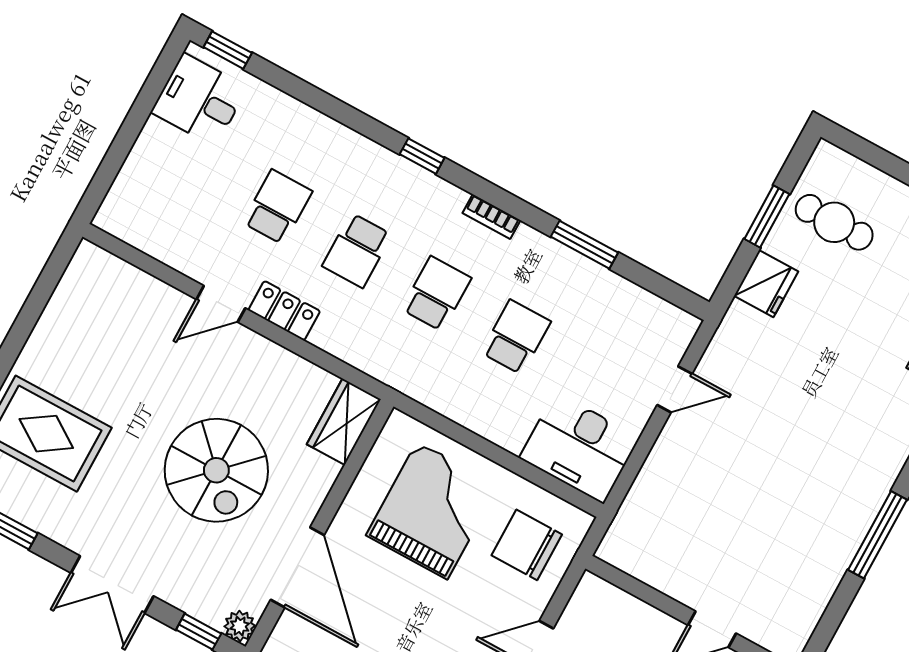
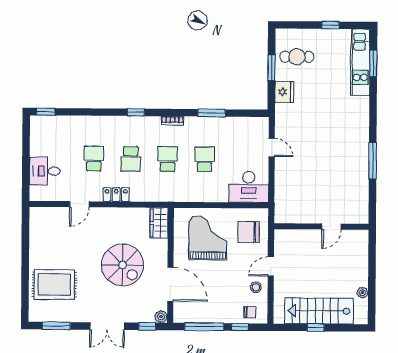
desk: (199, 100) -> (45, 171), moved
door: (221, 304) -> (79, 204), moved
door: (675, 389) -> (272, 148), hinge flipped

